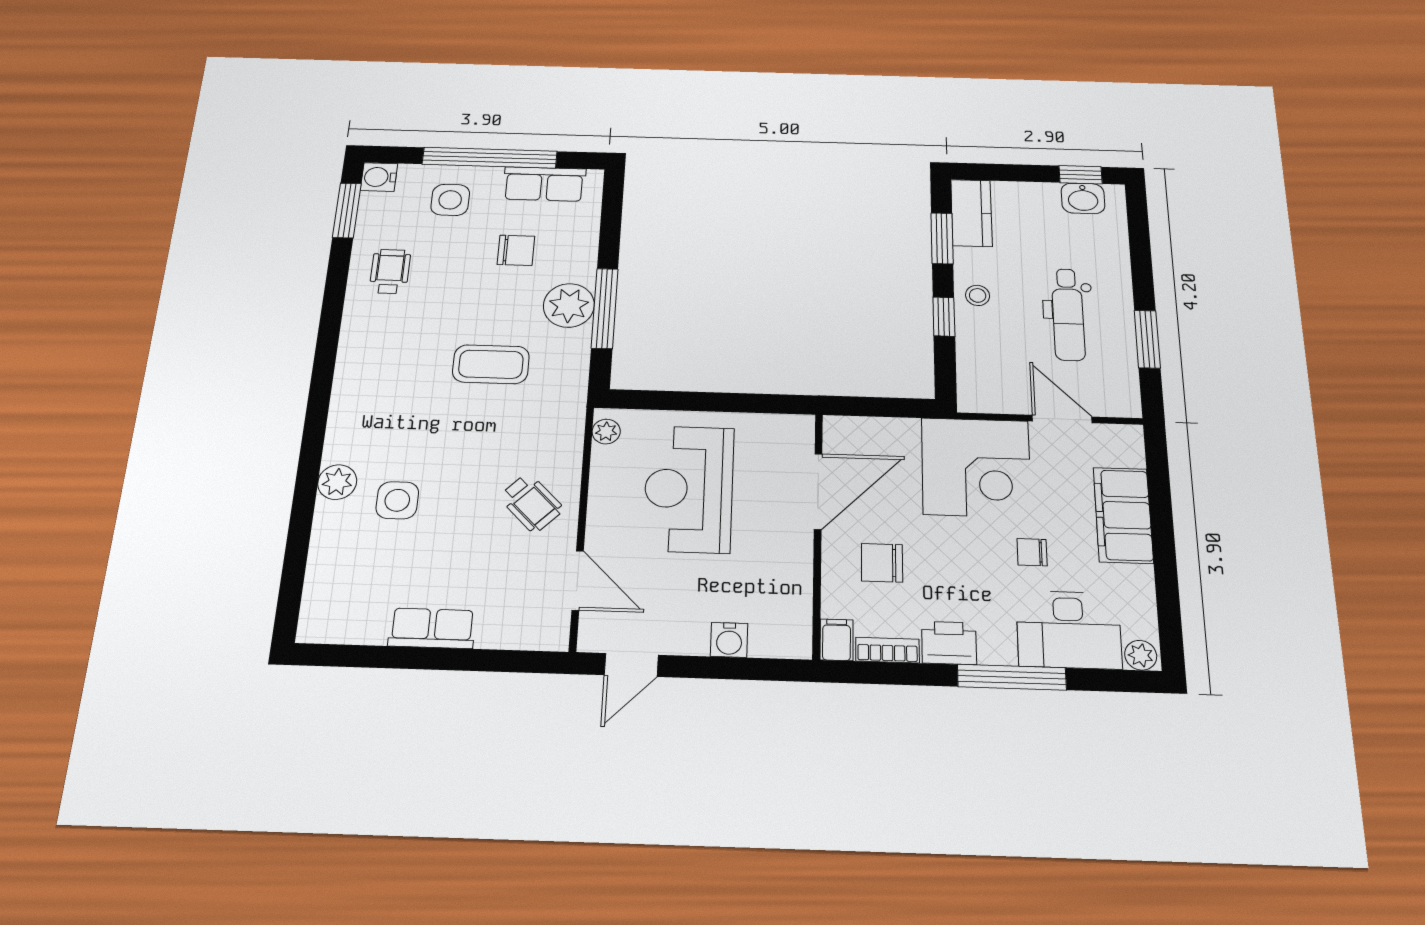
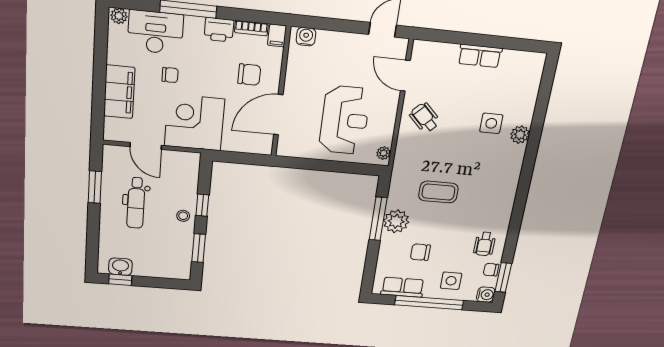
kitchen counter: (971, 213) -> (181, 261), removed
chair: (373, 224) -> (491, 270), added
dental chair: (1068, 314) -> (136, 203), turned 180
water cooler: (729, 640) -> (306, 37), moved

